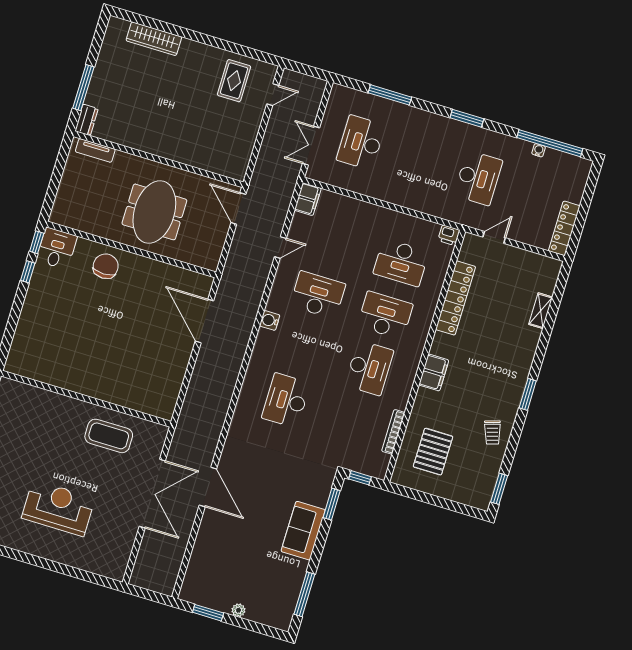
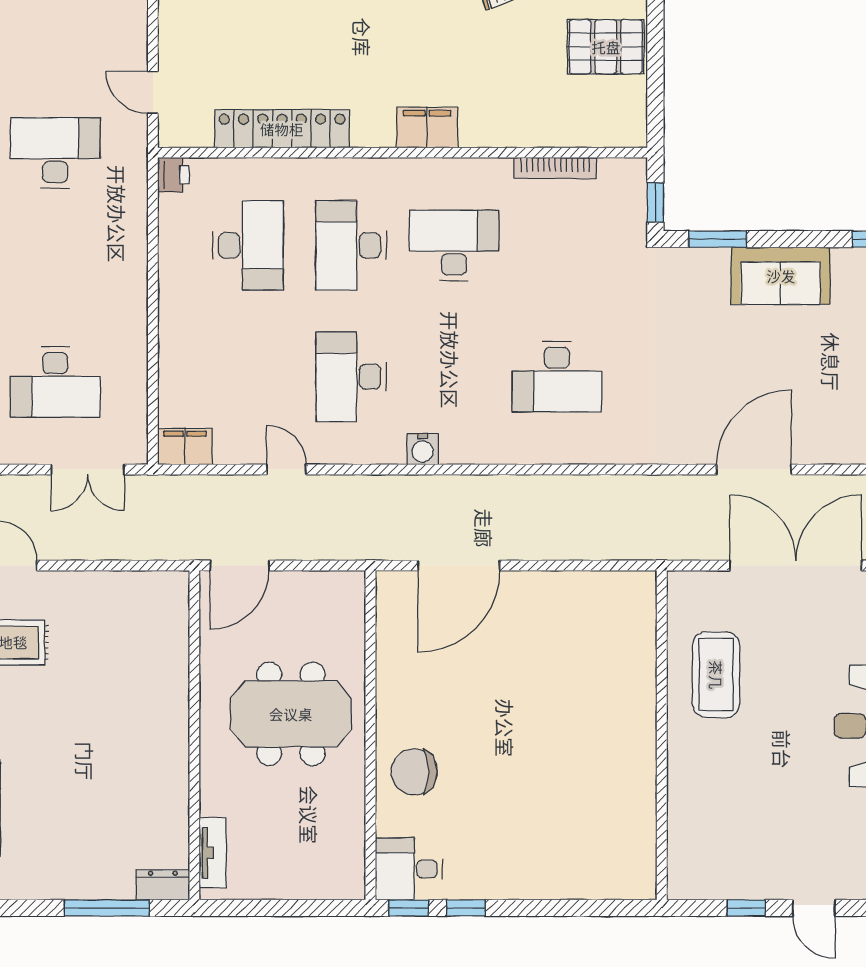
pallet: (433, 452) -> (606, 47), moved

